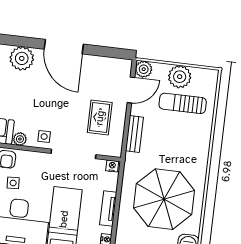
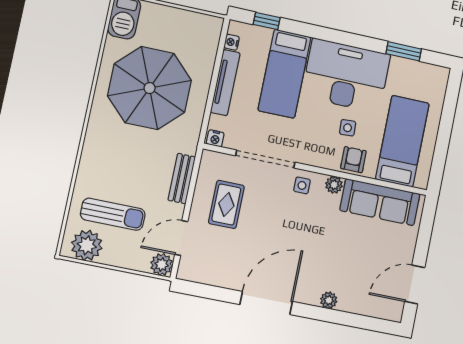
door: (64, 47) -> (266, 303), hinge flipped
plant: (22, 58) -> (329, 300), width x0.53, depth x0.53
plant: (180, 77) -> (87, 245), moved
tv unit: (108, 208) -> (225, 83), width x1.41

